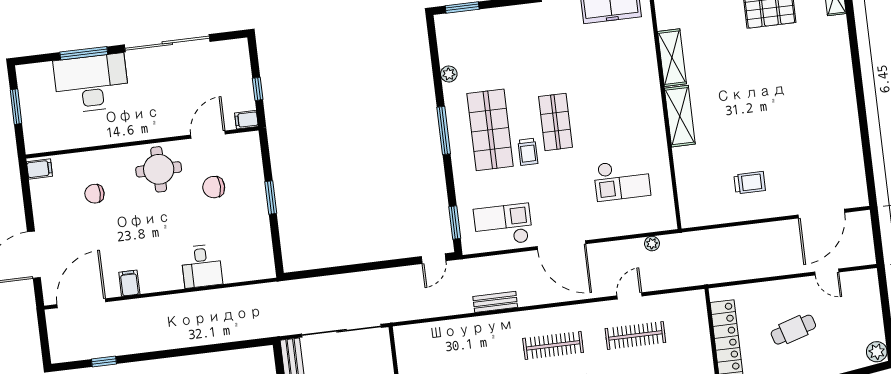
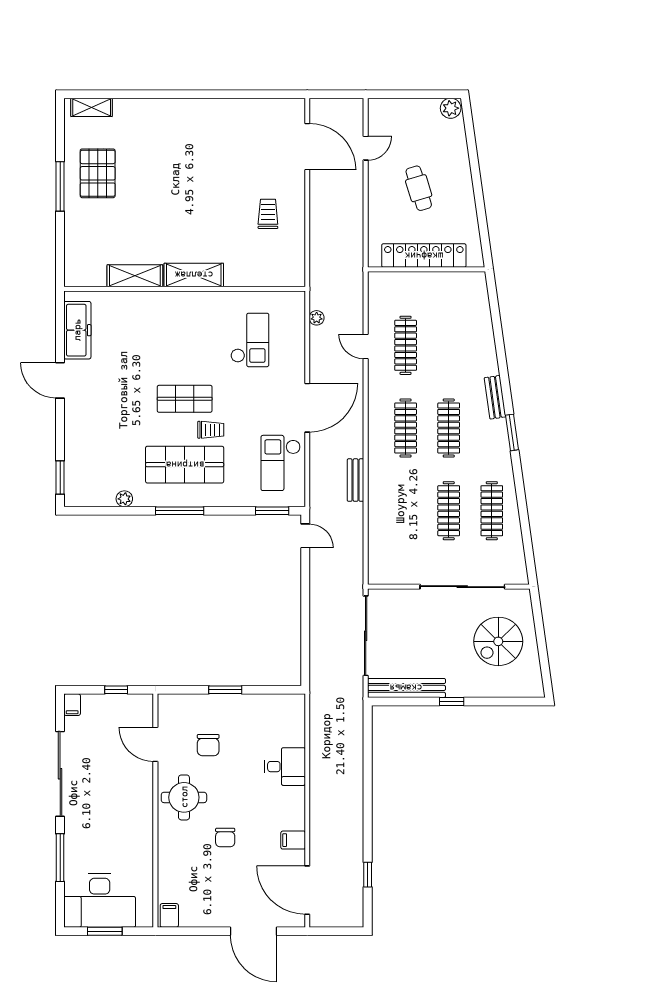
desk: (91, 83) -> (100, 901), moved, turned -90
filing cabinet: (246, 120) -> (72, 705), moved
chair: (94, 194) -> (225, 838), moved

